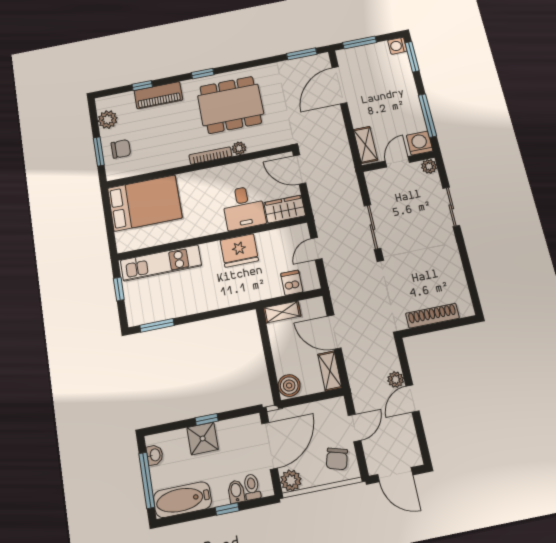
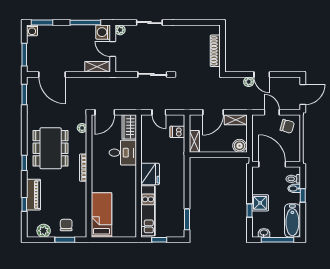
plant: (239, 148) -> (82, 128), moved
bed: (145, 203) -> (101, 215), width x0.67
fridge: (239, 250) -> (150, 174), moved
window: (207, 419) -> (250, 210), moved
plant: (291, 480) -> (294, 156), removed

